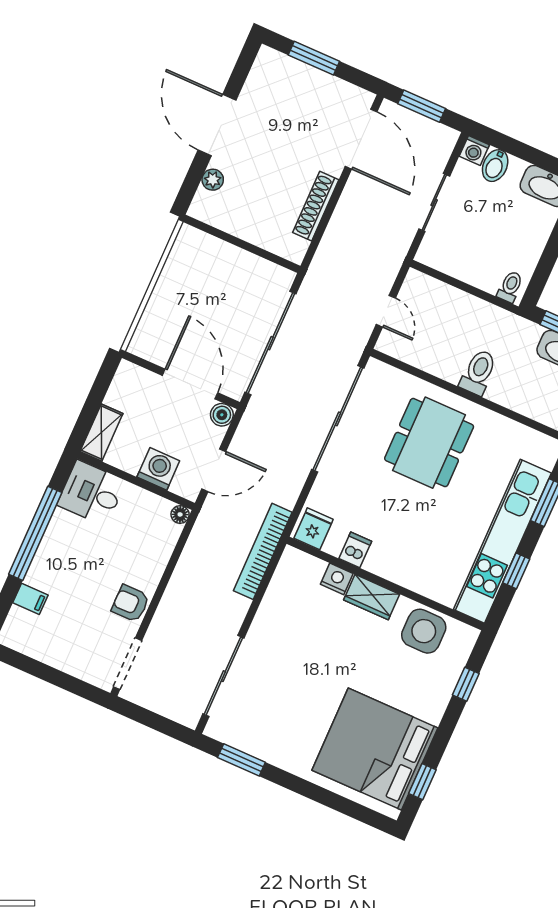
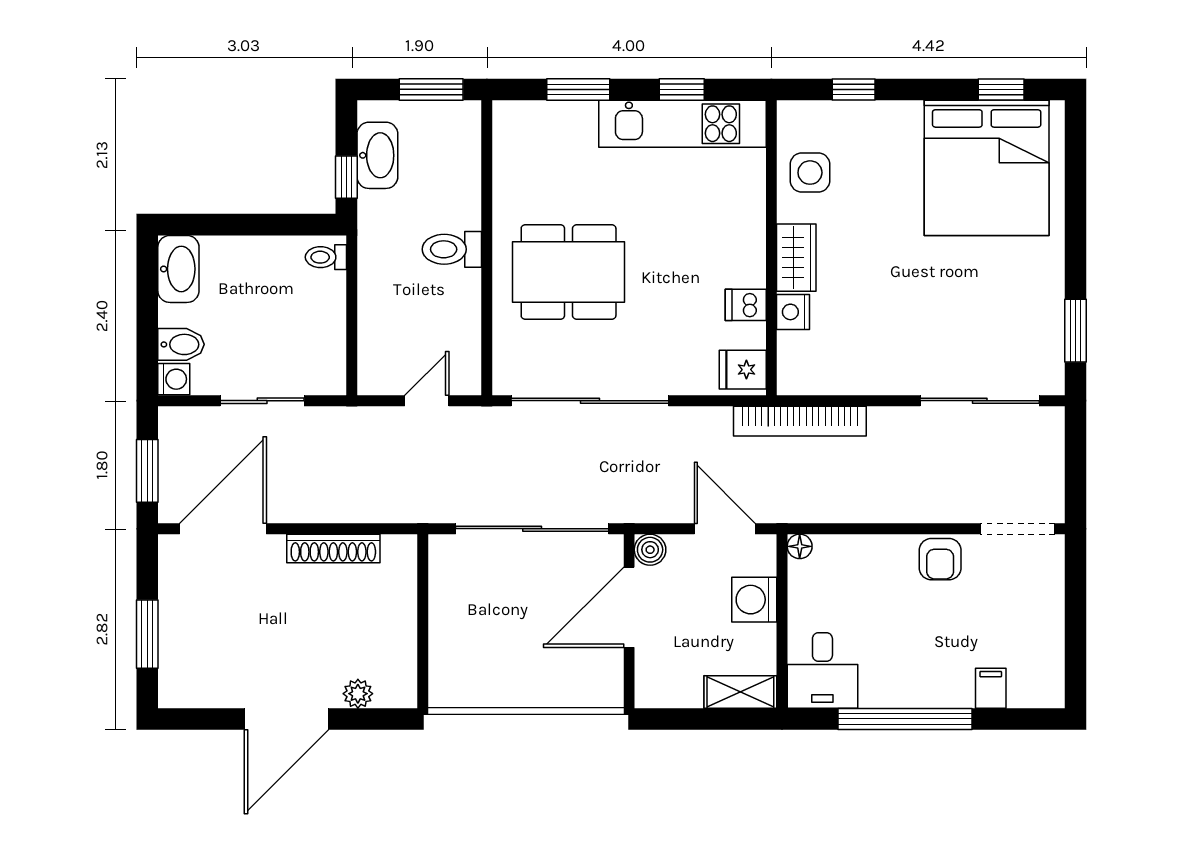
kitchen unit: (502, 541) -> (682, 124), width x0.73
side table: (424, 631) -> (810, 173), width x0.73, depth x0.73

